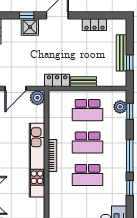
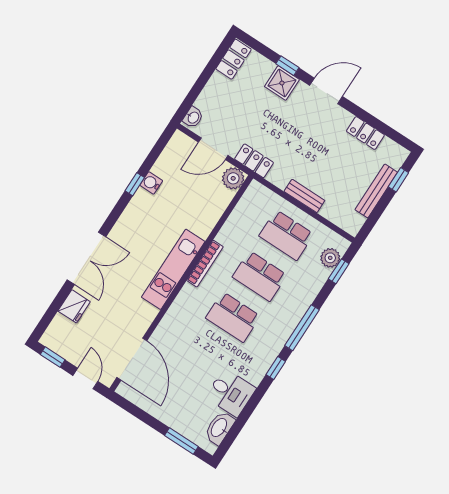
window: (130, 63) -> (398, 180), moved
locker: (57, 80) -> (254, 161), moved
kitchen unit: (37, 160) -> (173, 269), width x0.73

